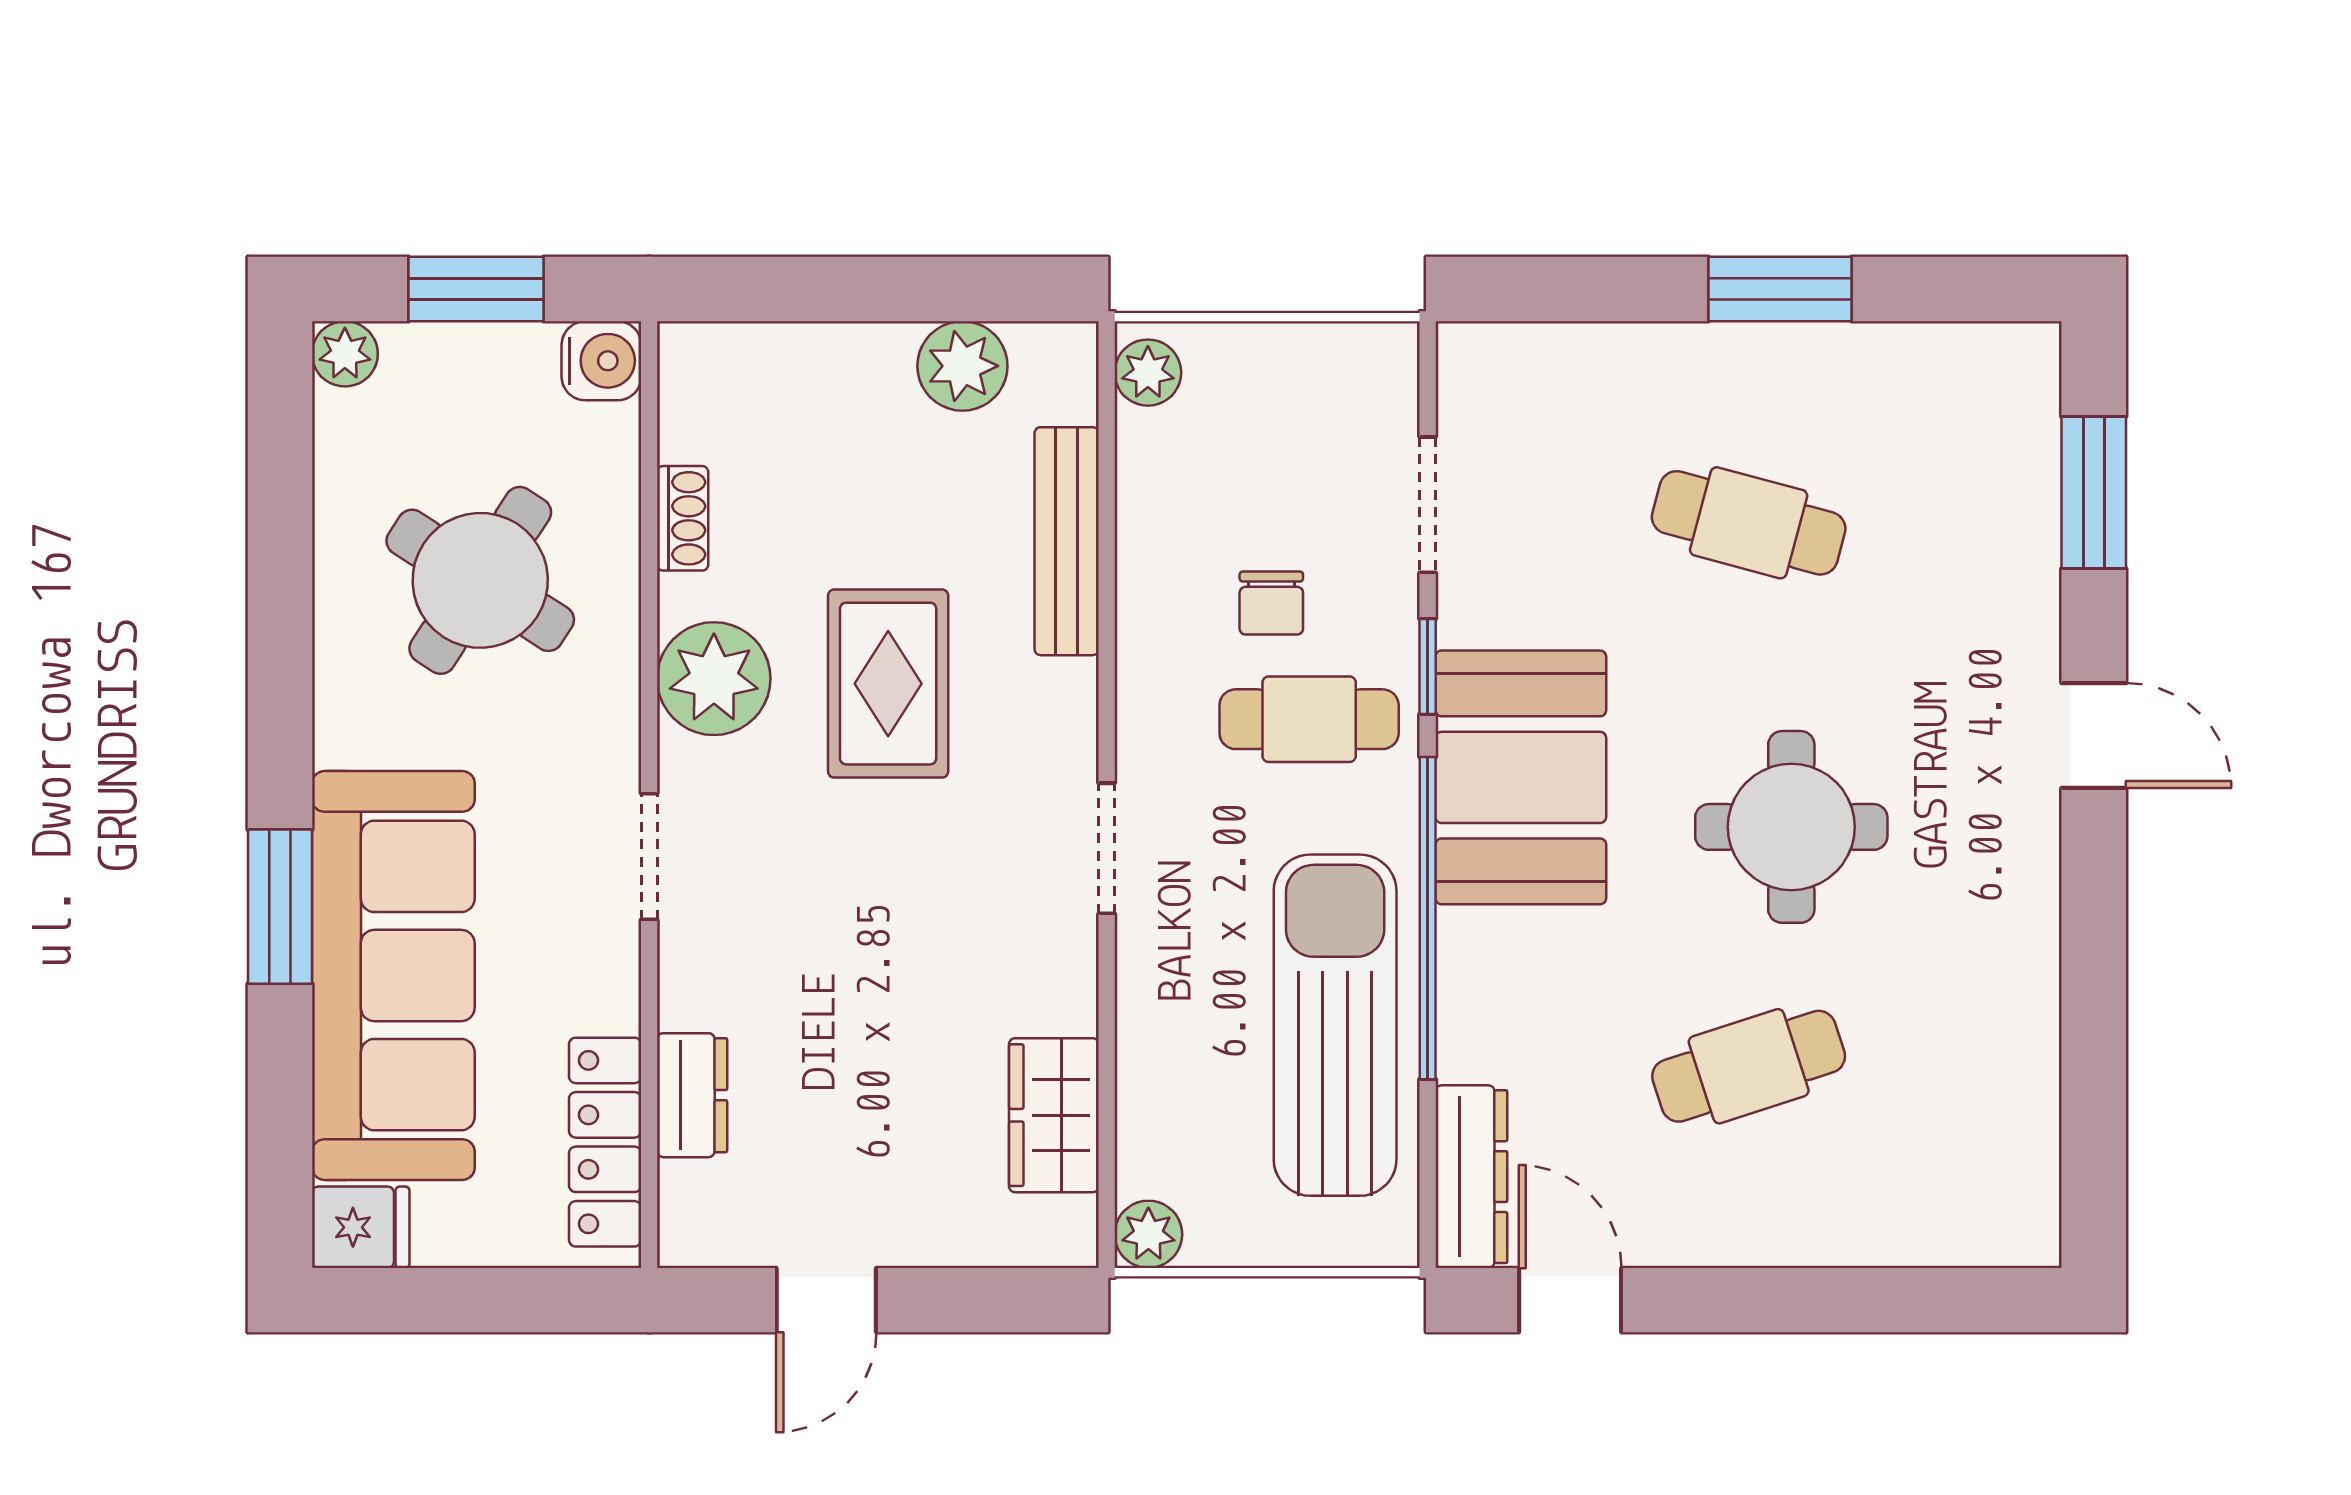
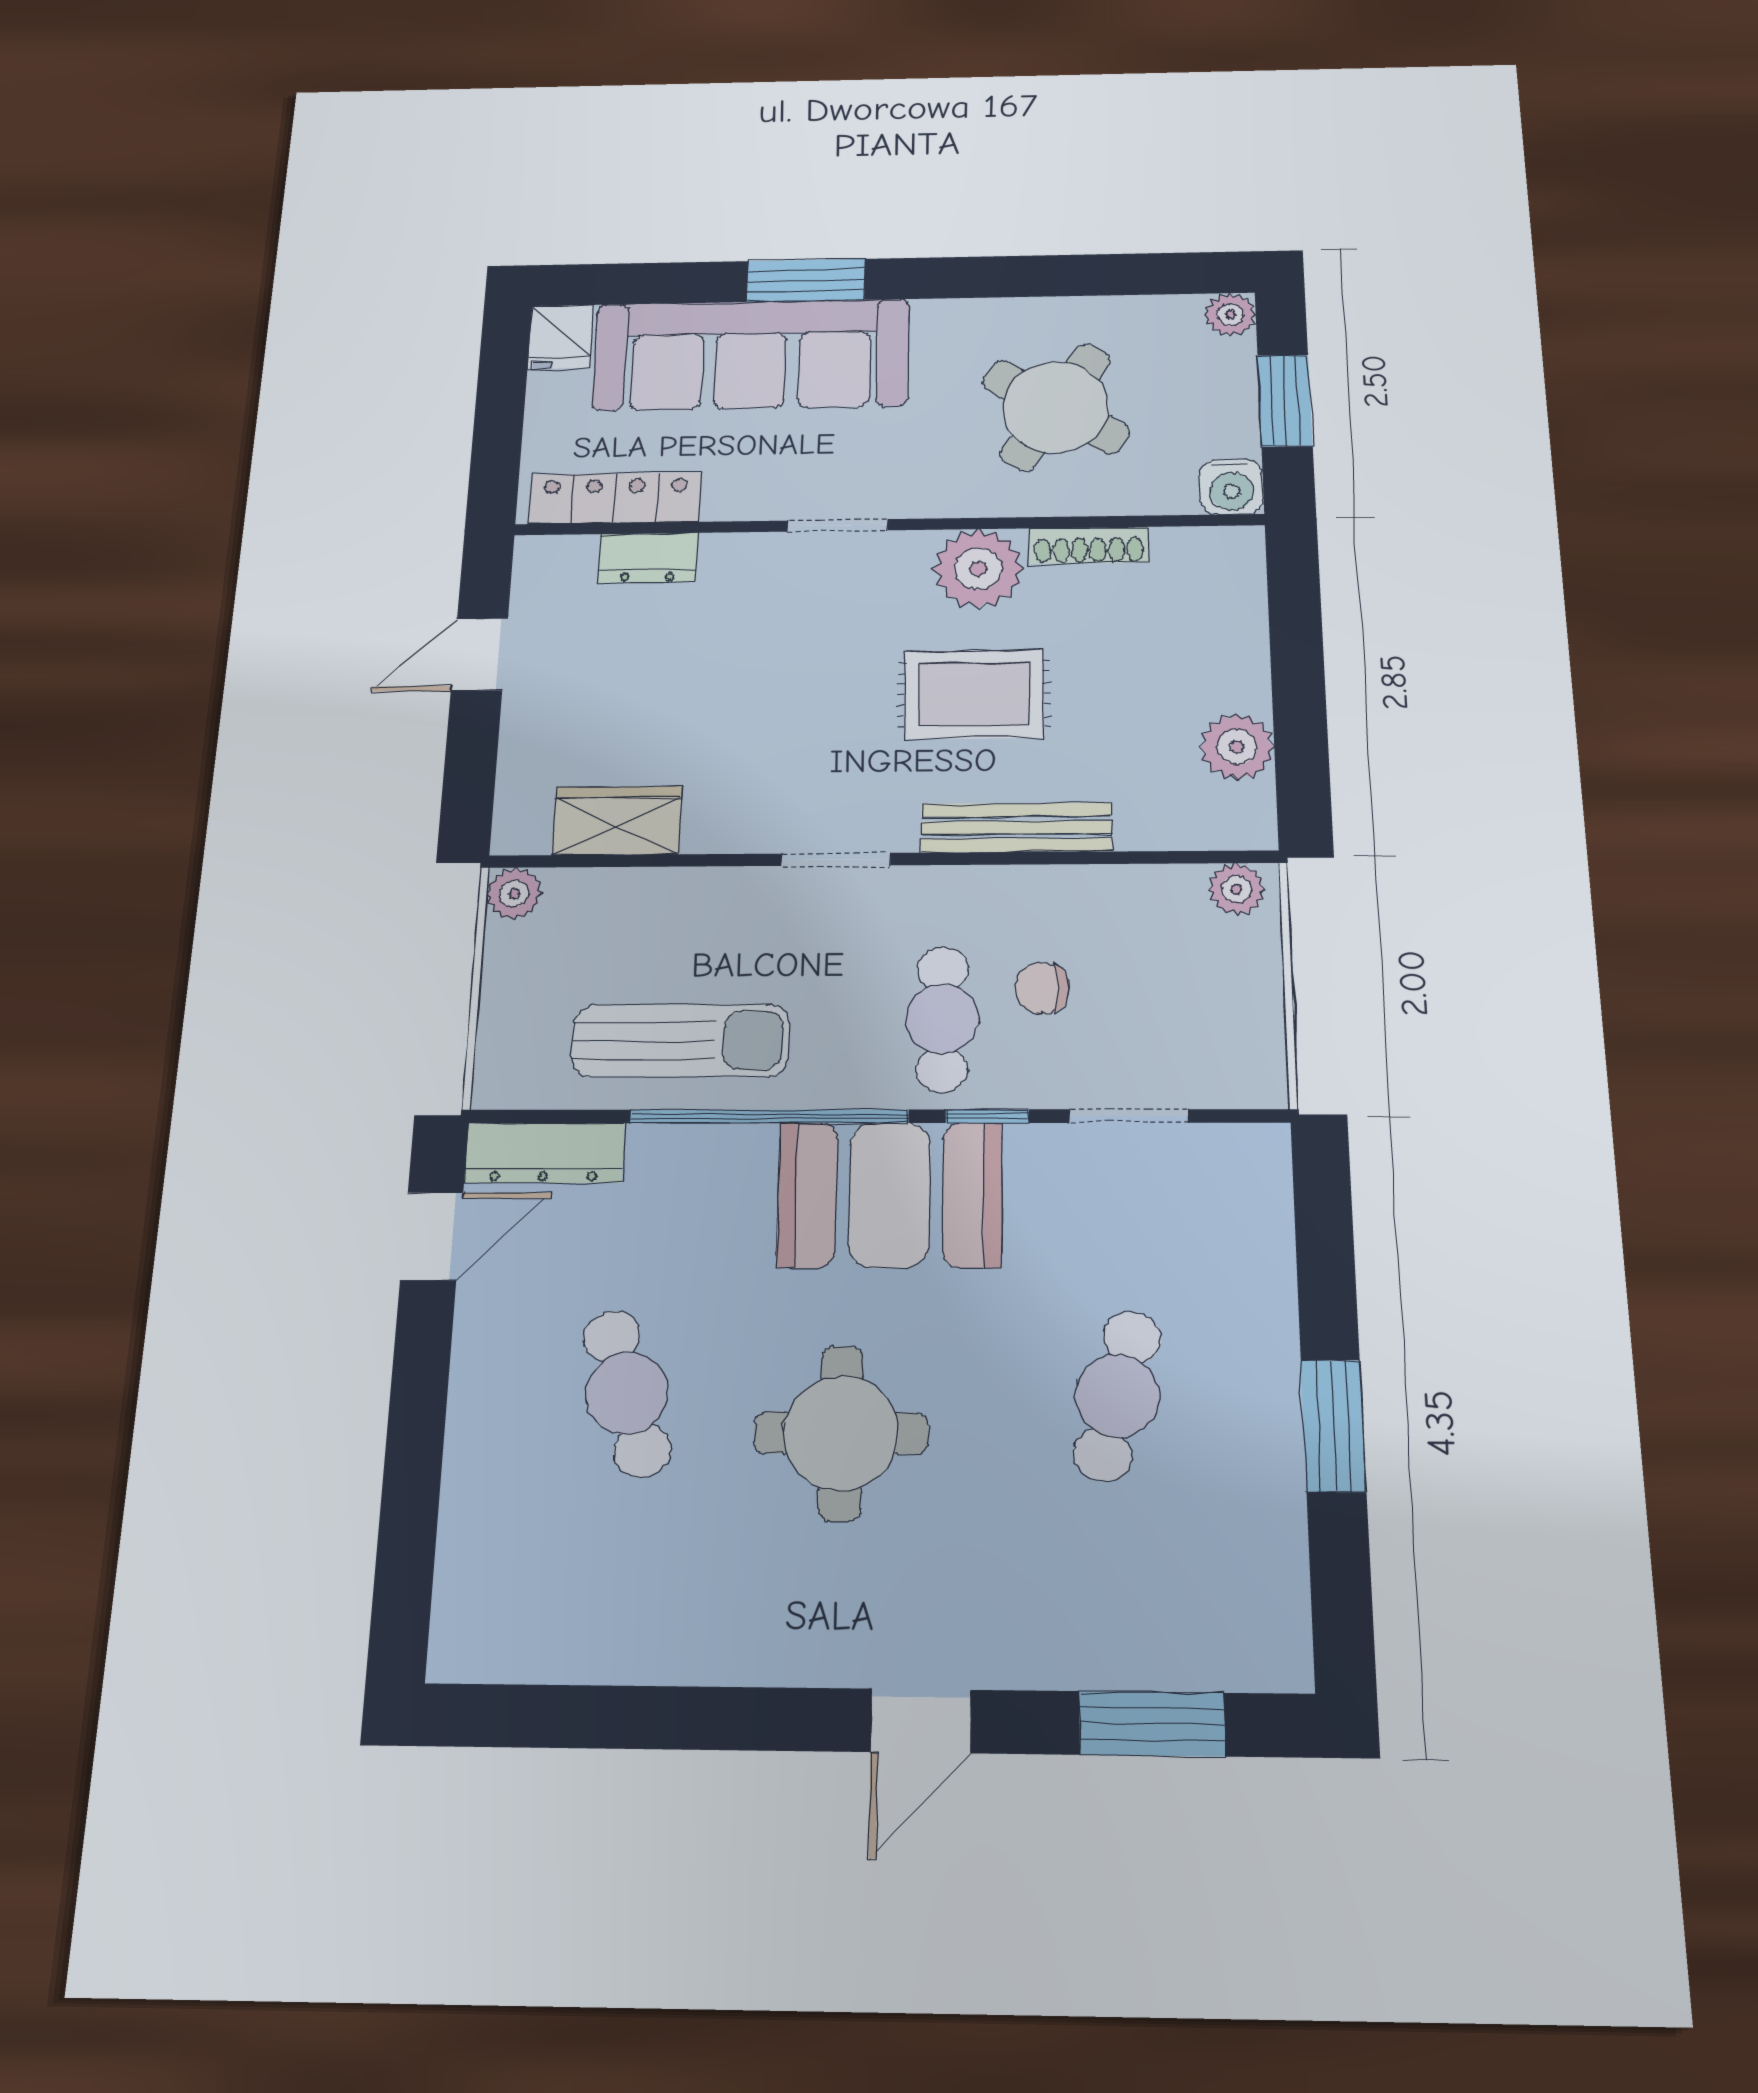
shoe rack: (683, 518) -> (1089, 545), width x1.43
bench: (1067, 541) -> (1016, 828), moved
sun lounger: (1335, 1025) -> (680, 1041), width x0.73, depth x0.75
door: (826, 1300) -> (480, 654), hinge flipped

